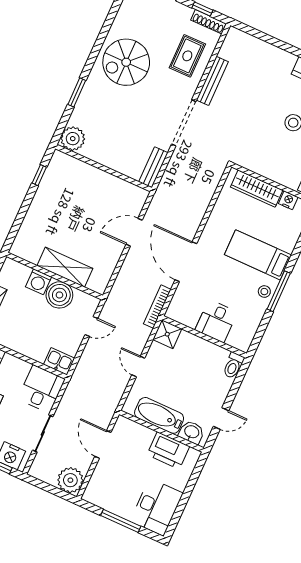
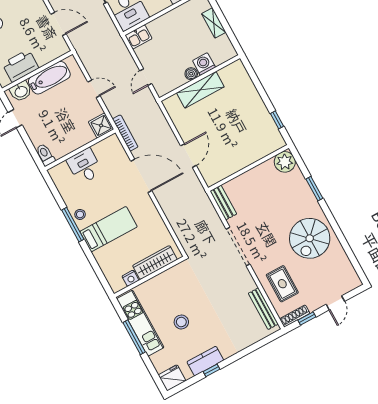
spiral stairs: (126, 62) -> (310, 238), turned 180
bench: (212, 81) -> (263, 309), moved
boiler: (59, 295) -> (191, 74), width x0.54, depth x0.54

